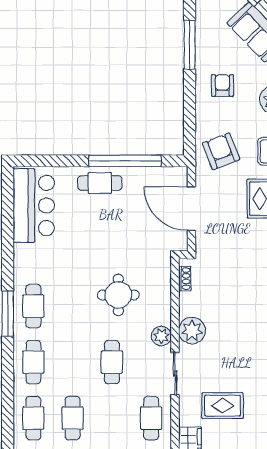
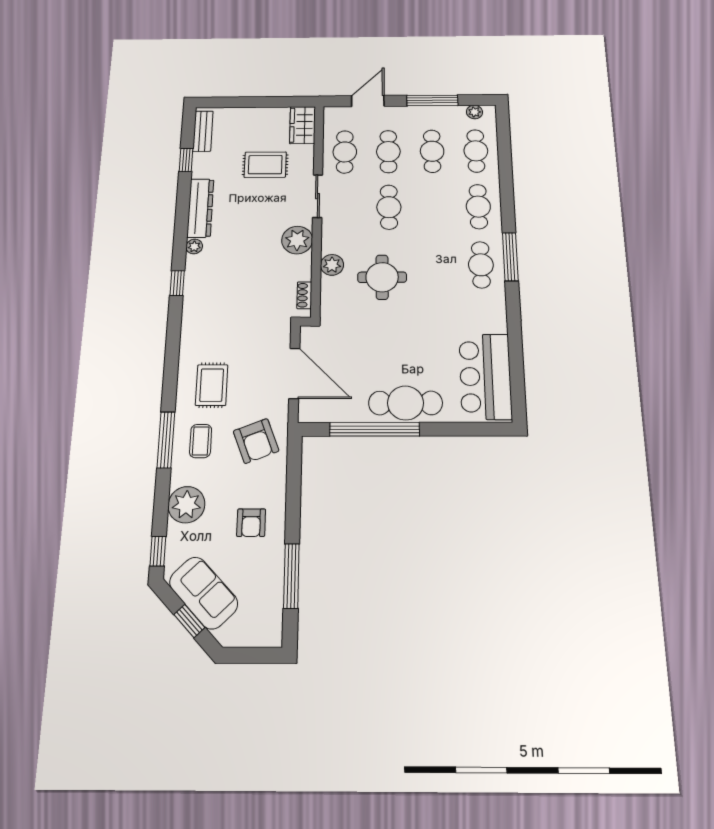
cafe table: (100, 183) -> (405, 403), width x1.37, depth x1.35
plant: (161, 336) -> (332, 265), moved
cafe table: (112, 418) -> (388, 152), added

